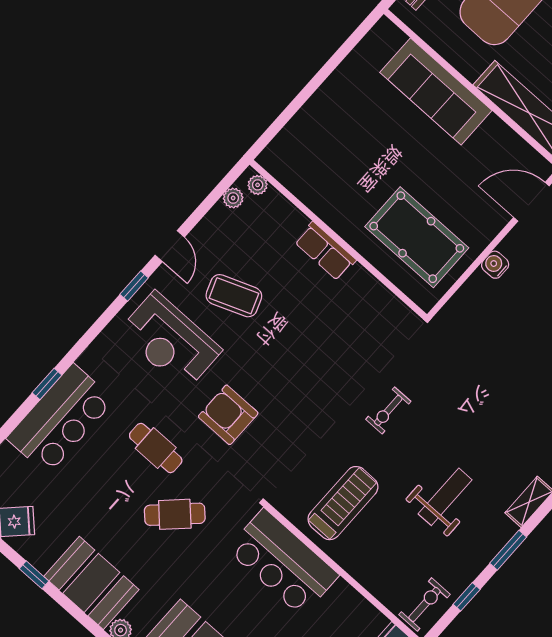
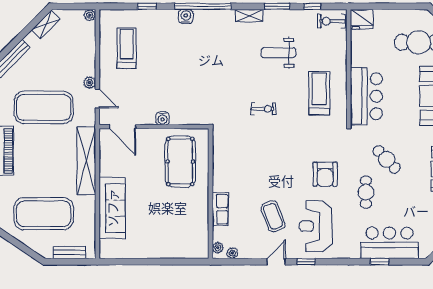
row of seats: (325, 251) -> (220, 209), moved
reception desk: (170, 341) -> (316, 226), turned 180
treadmill: (343, 503) -> (319, 93), turned 90

